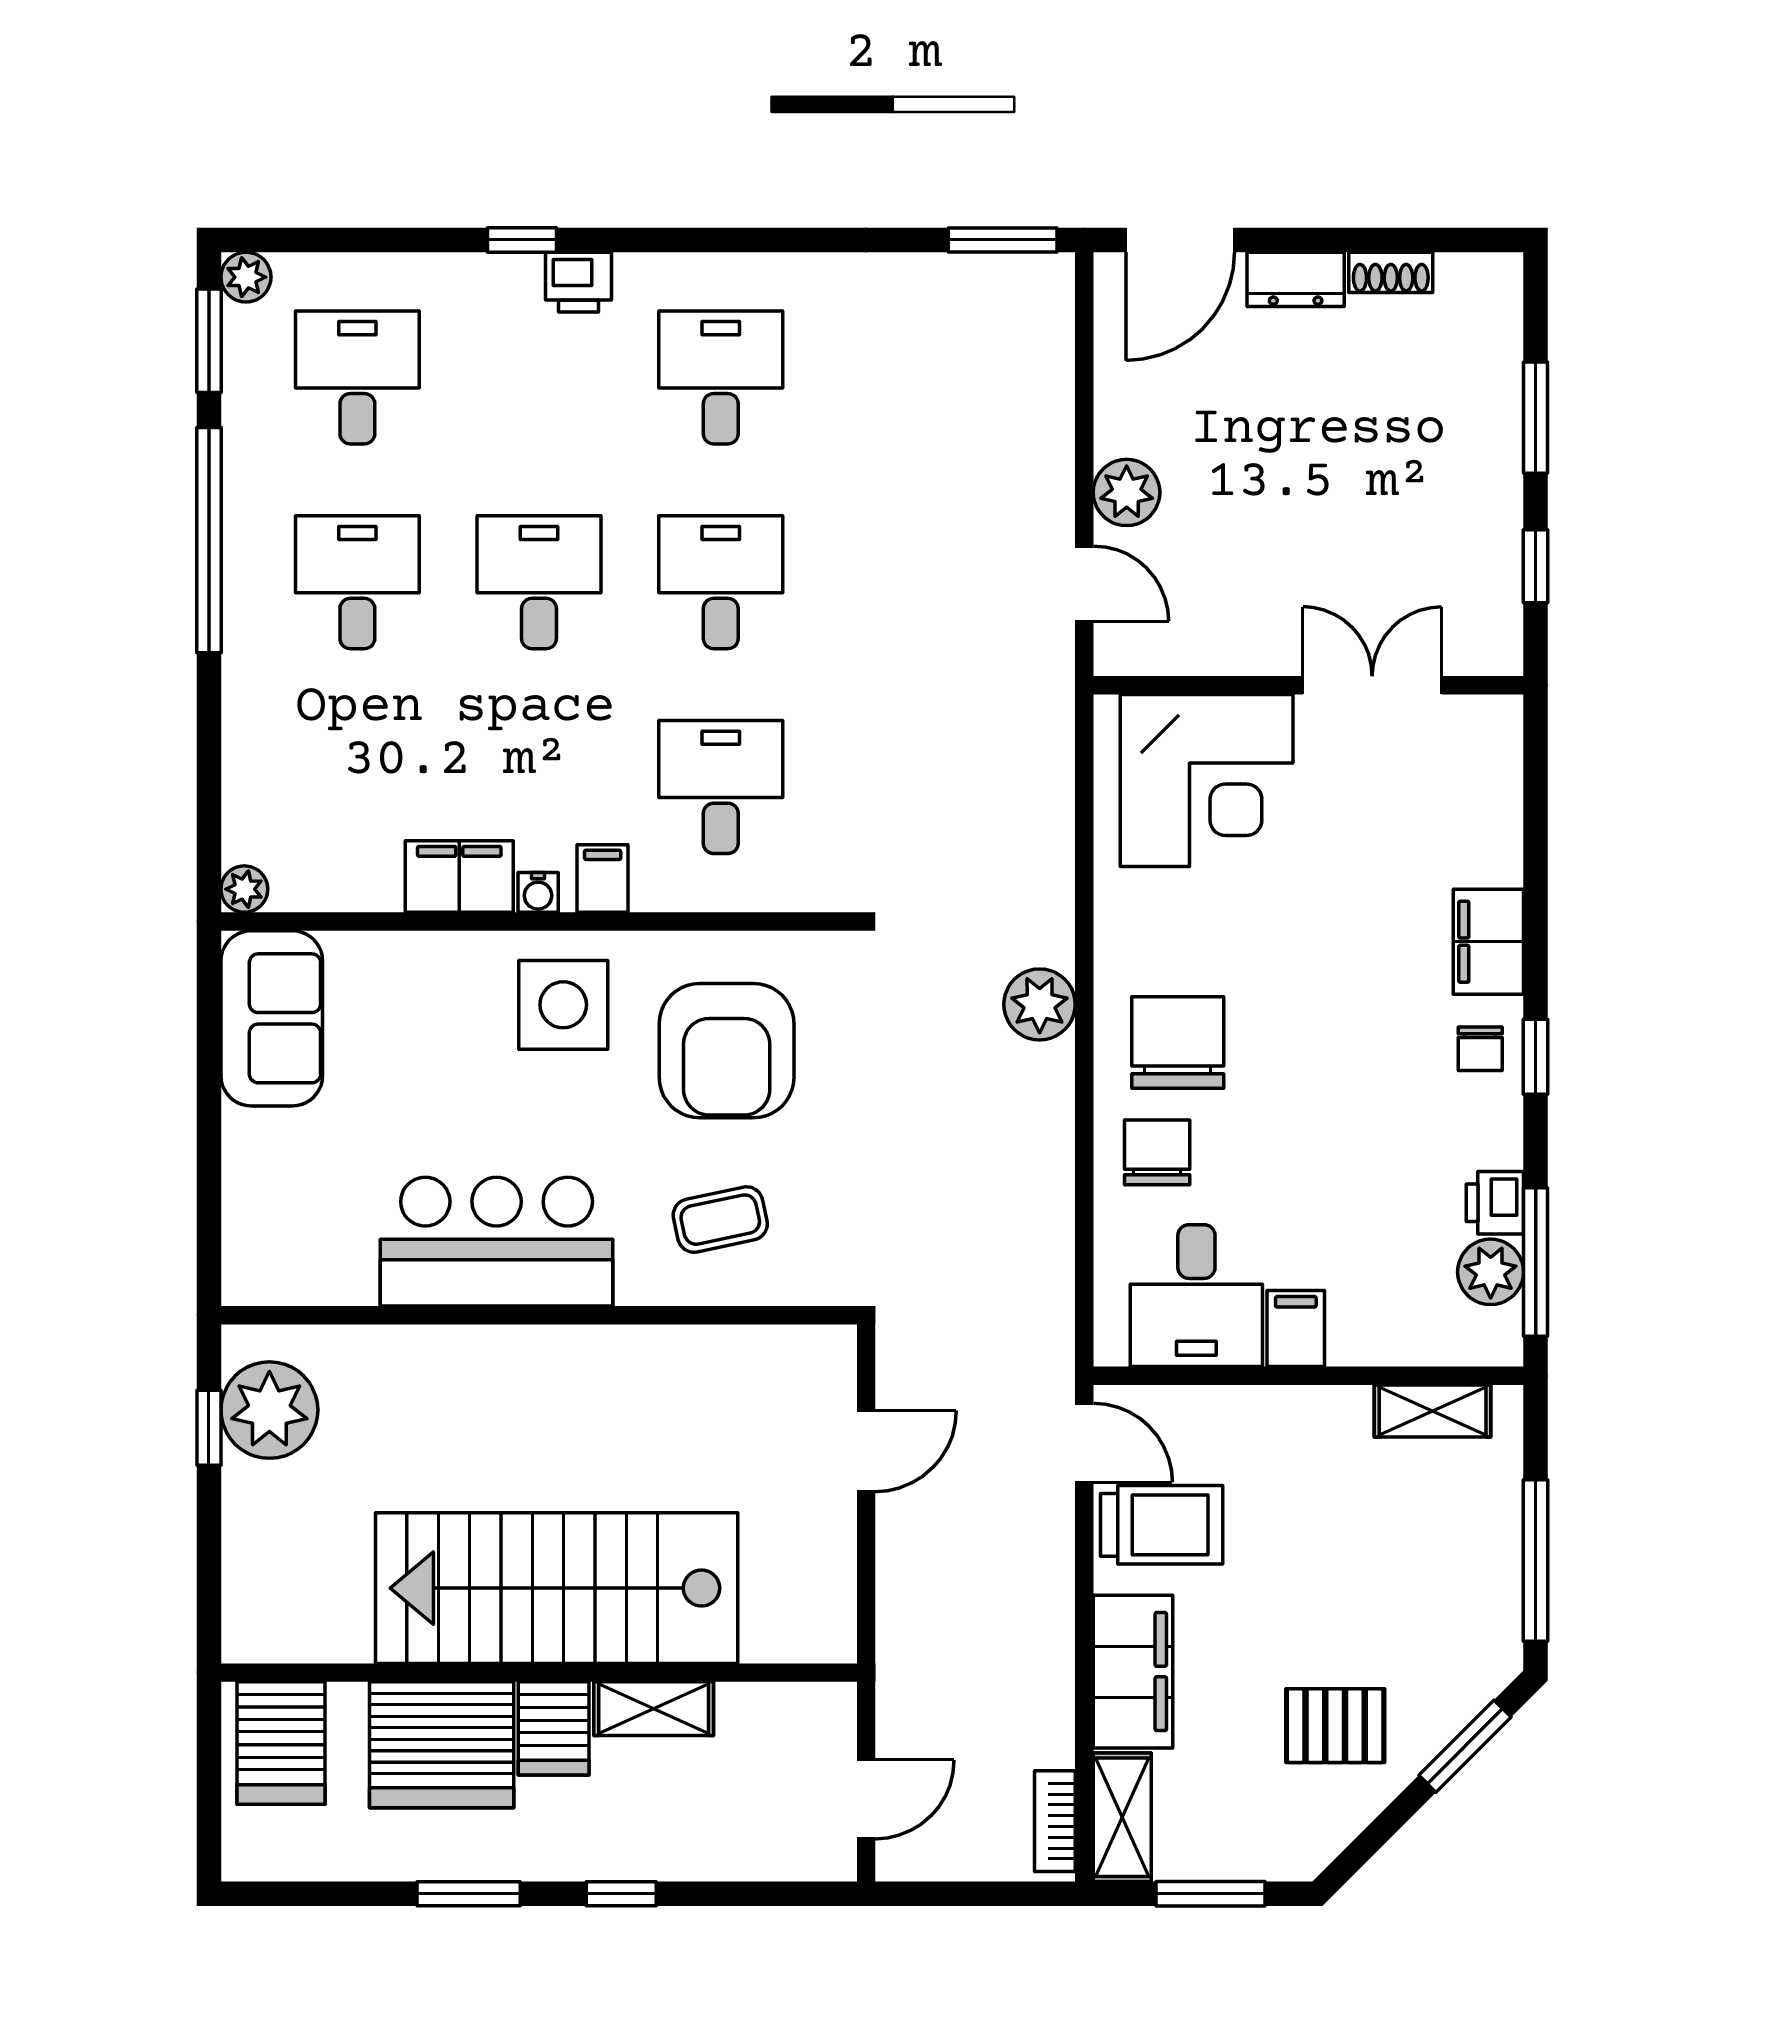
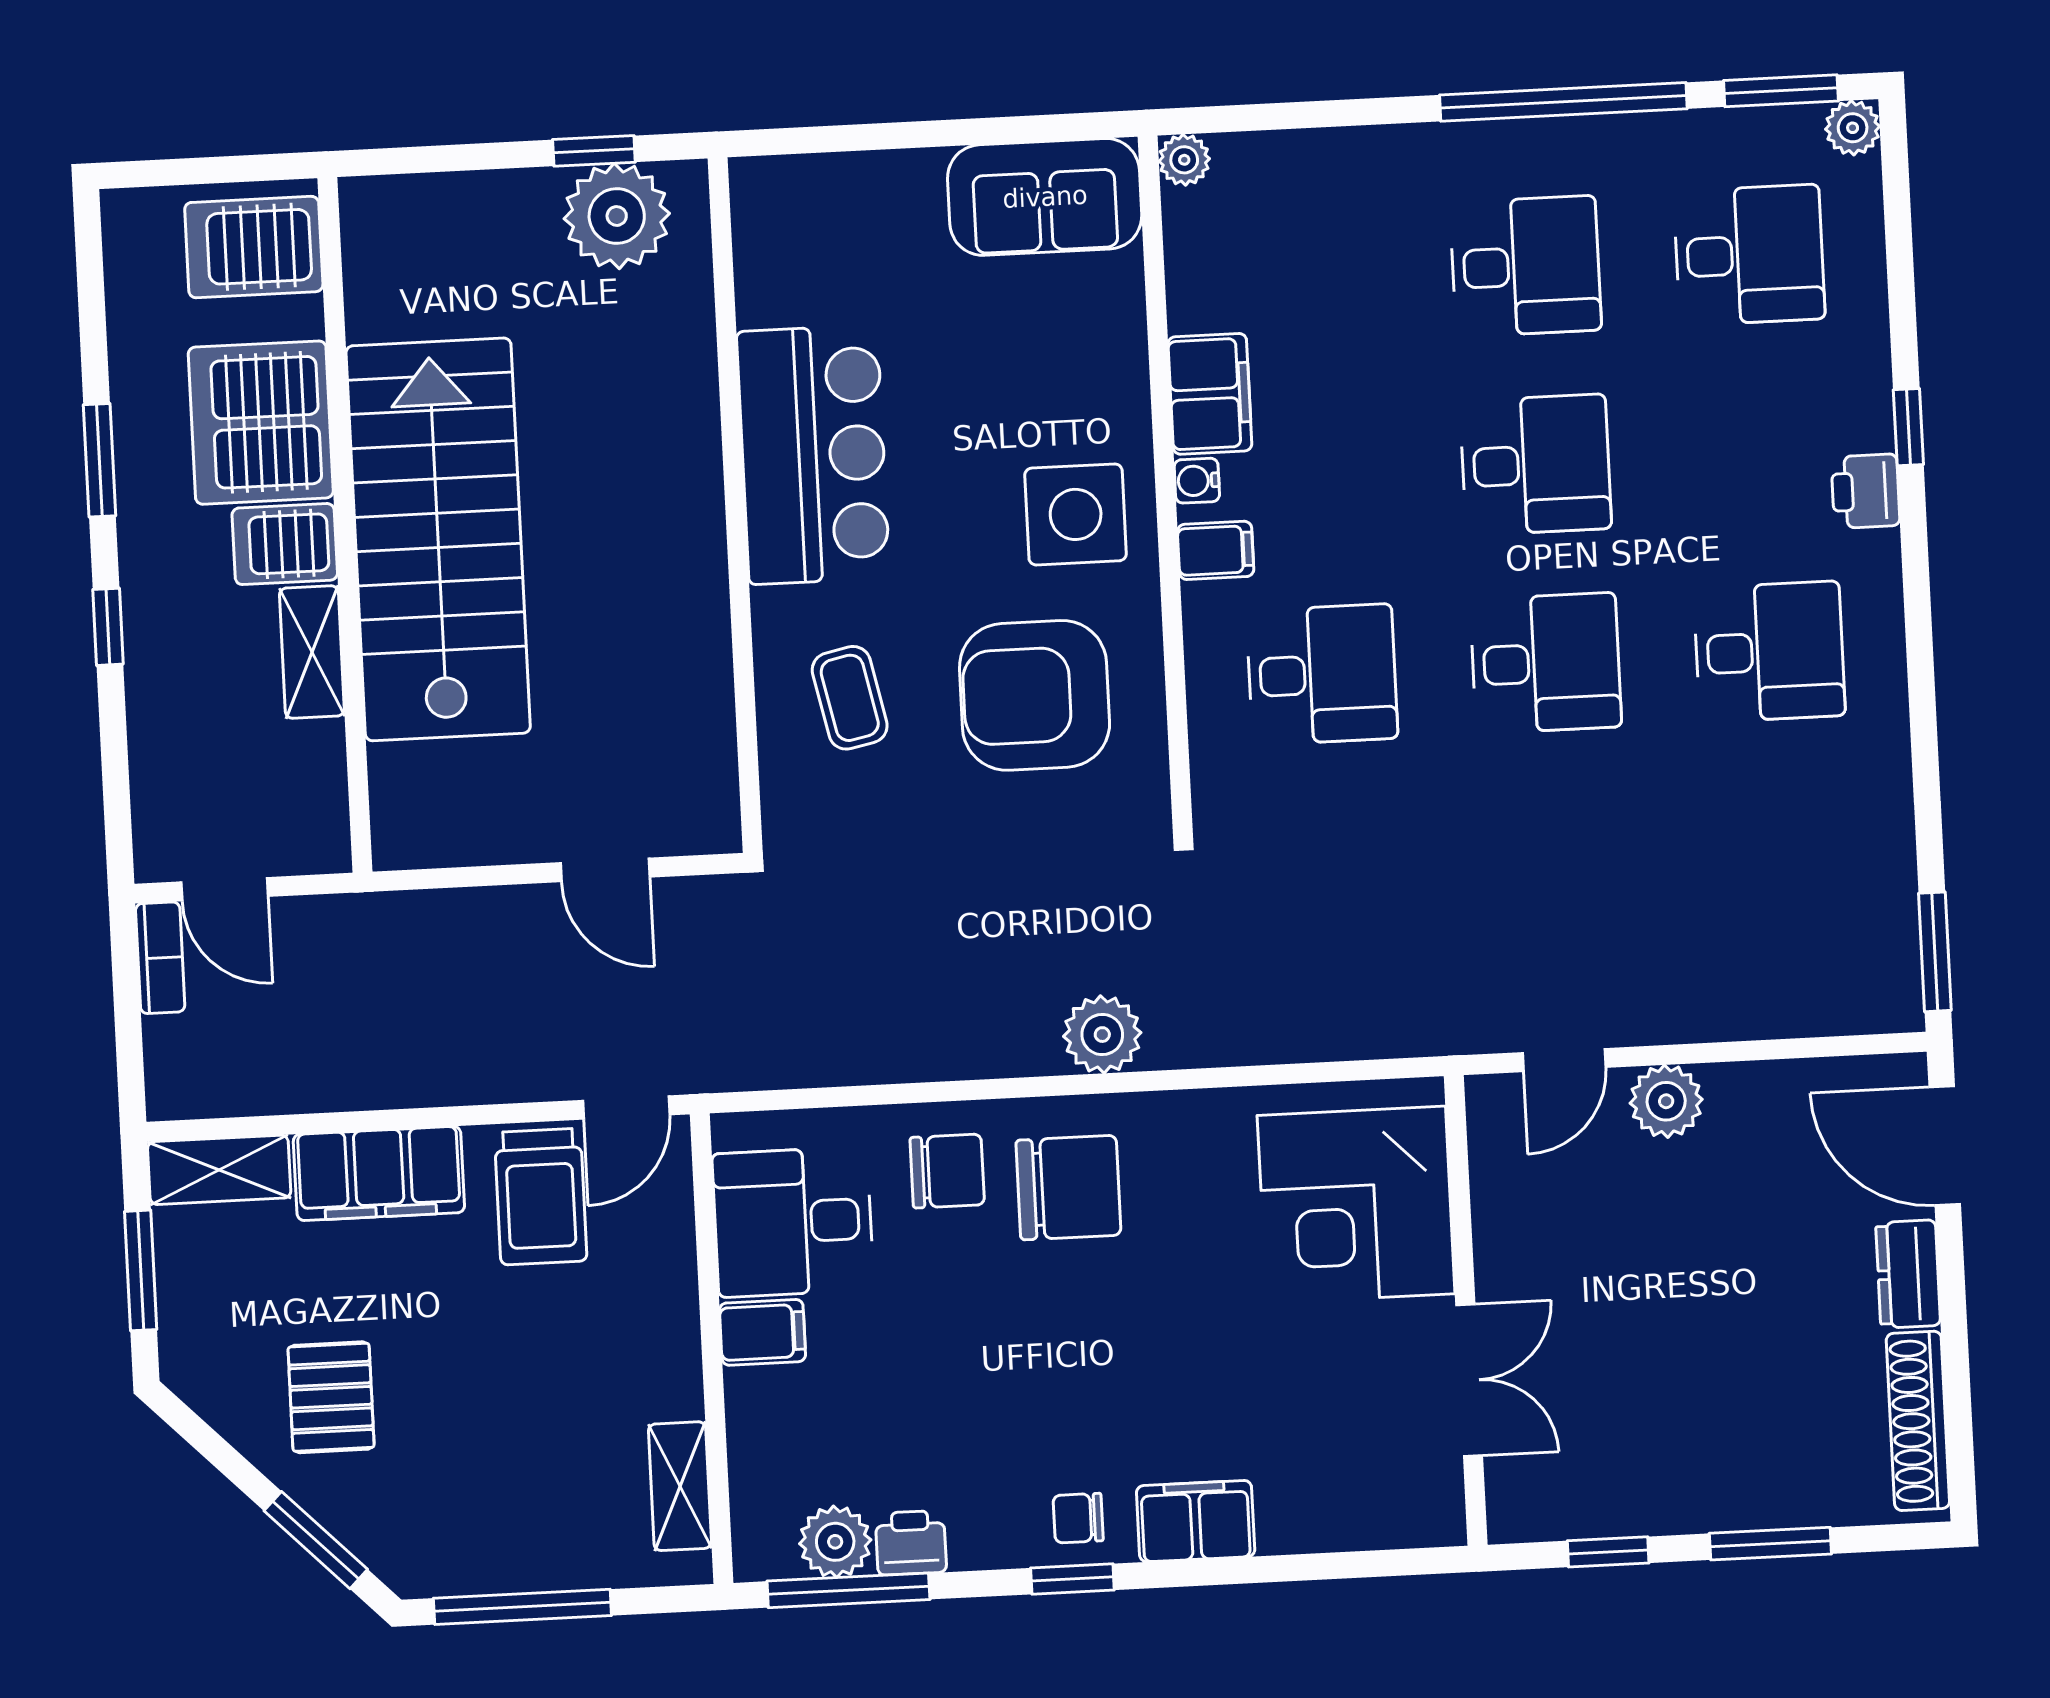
shoe rack: (1391, 272) -> (1918, 1421), width x1.94, depth x1.24
bookcase: (1055, 1821) -> (160, 958), moved, turned 90

